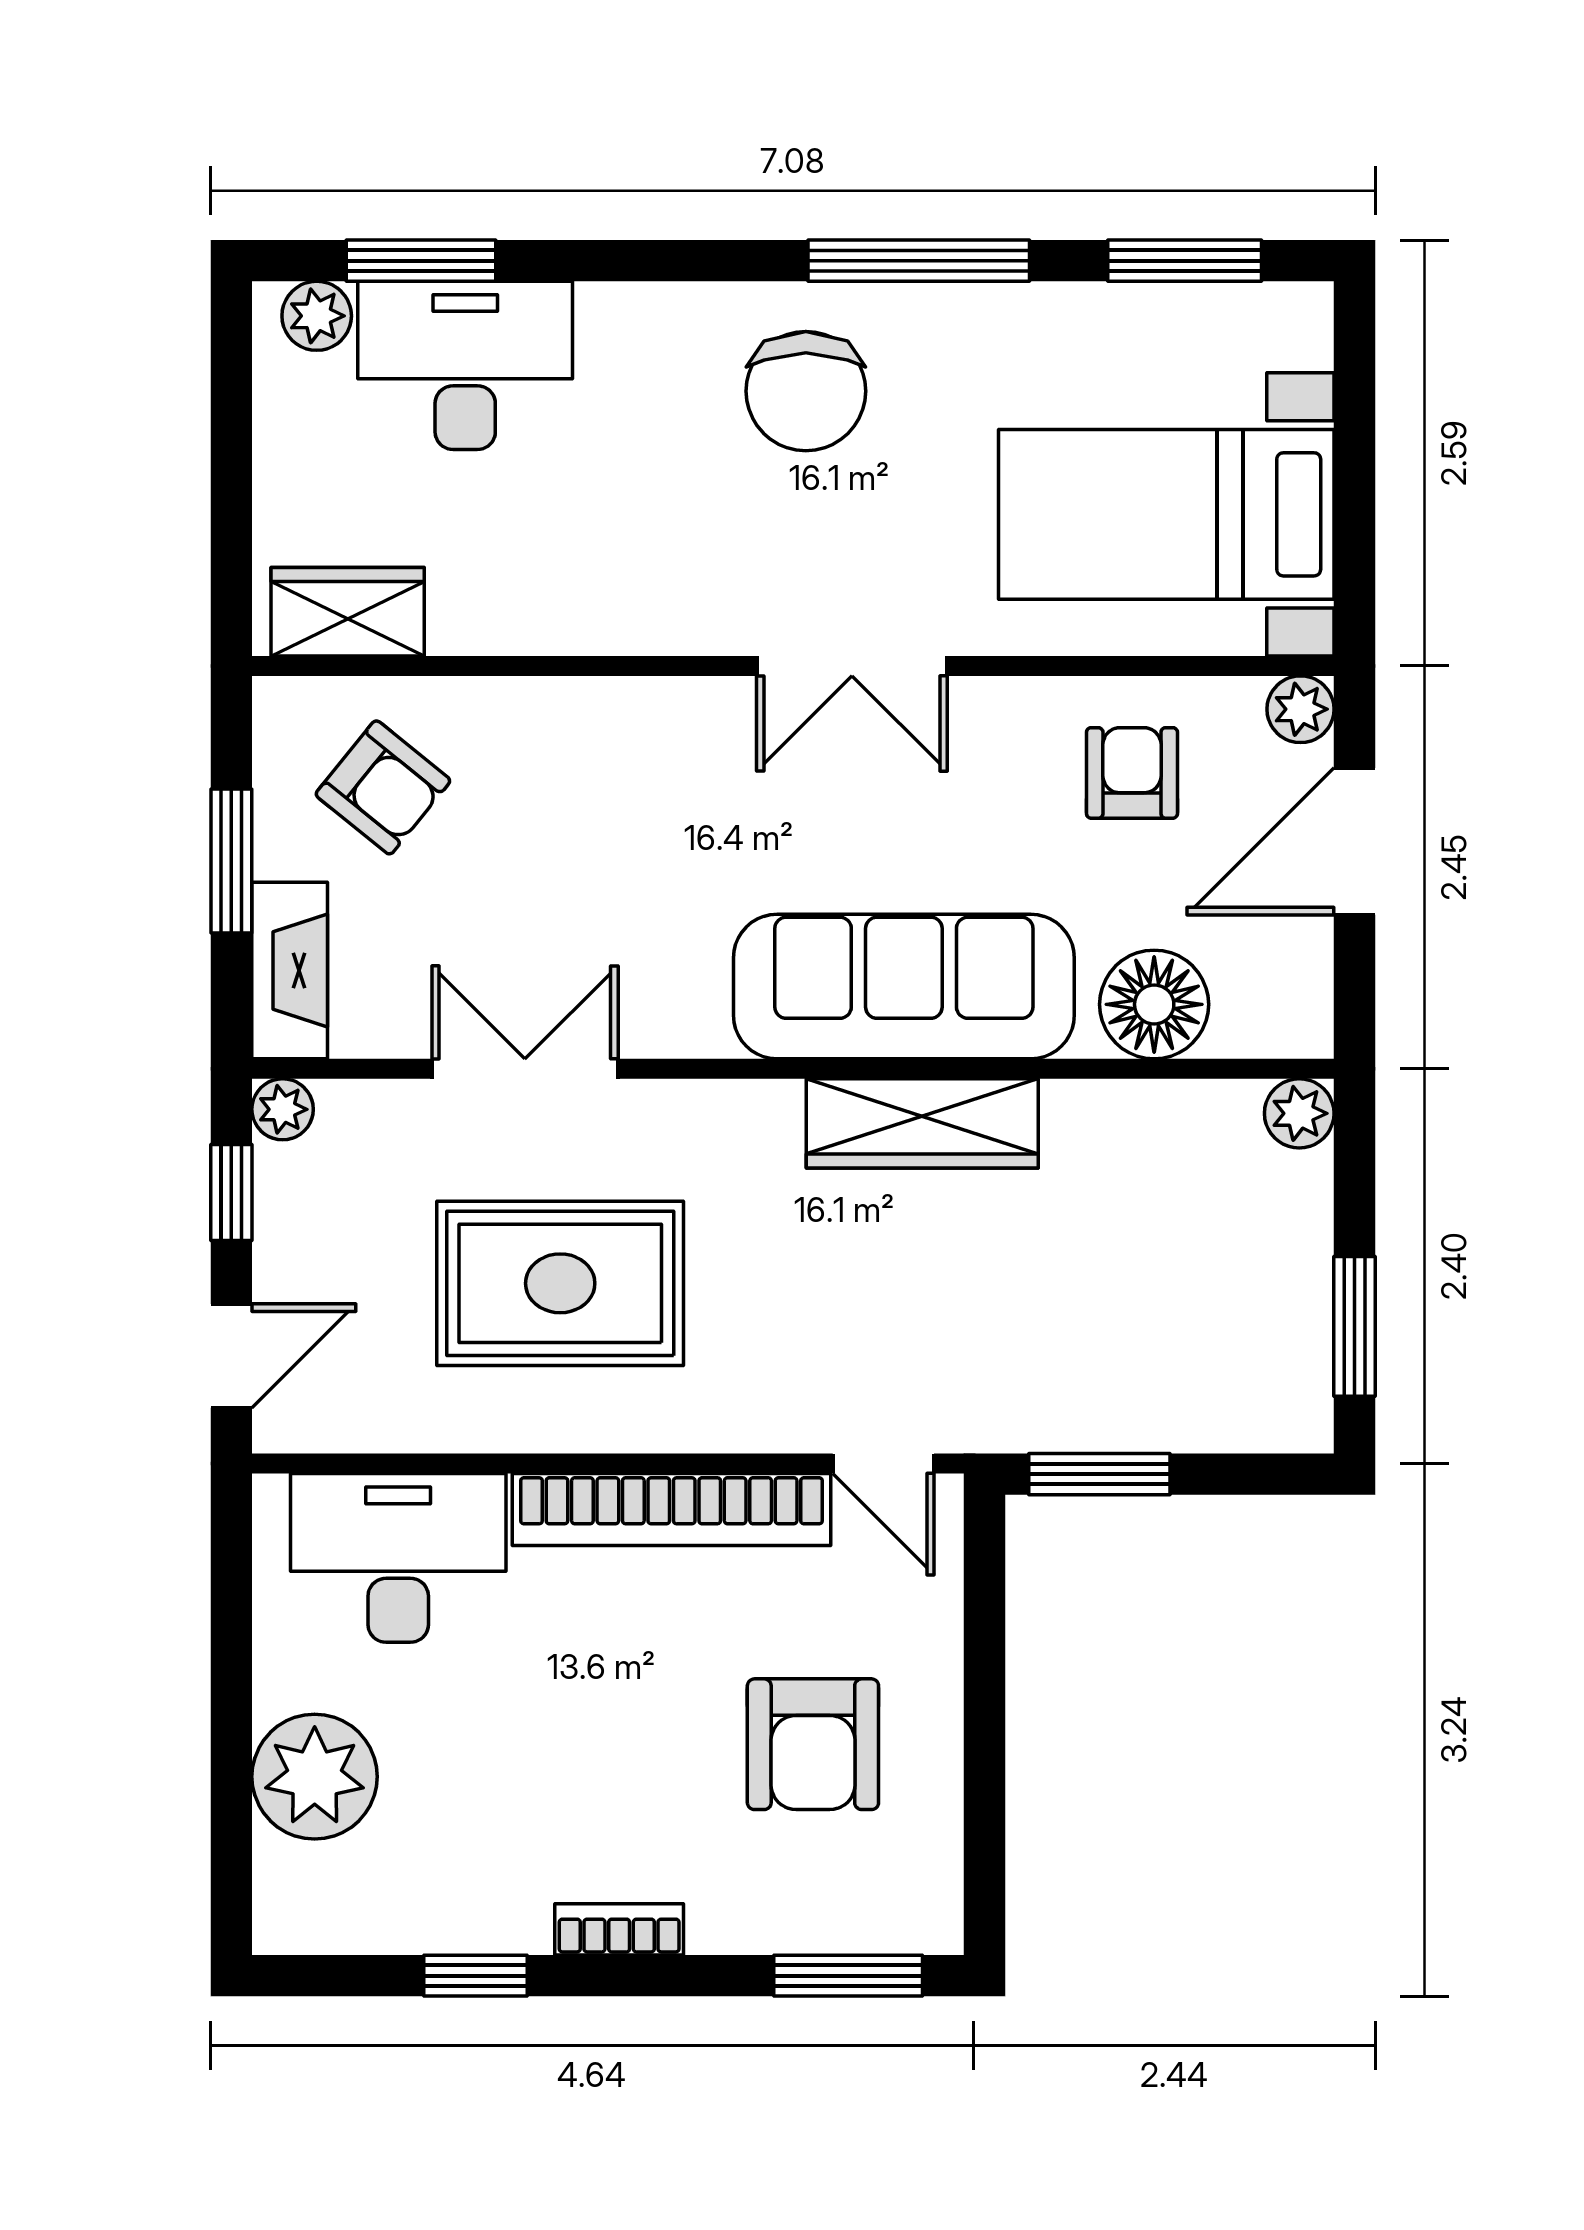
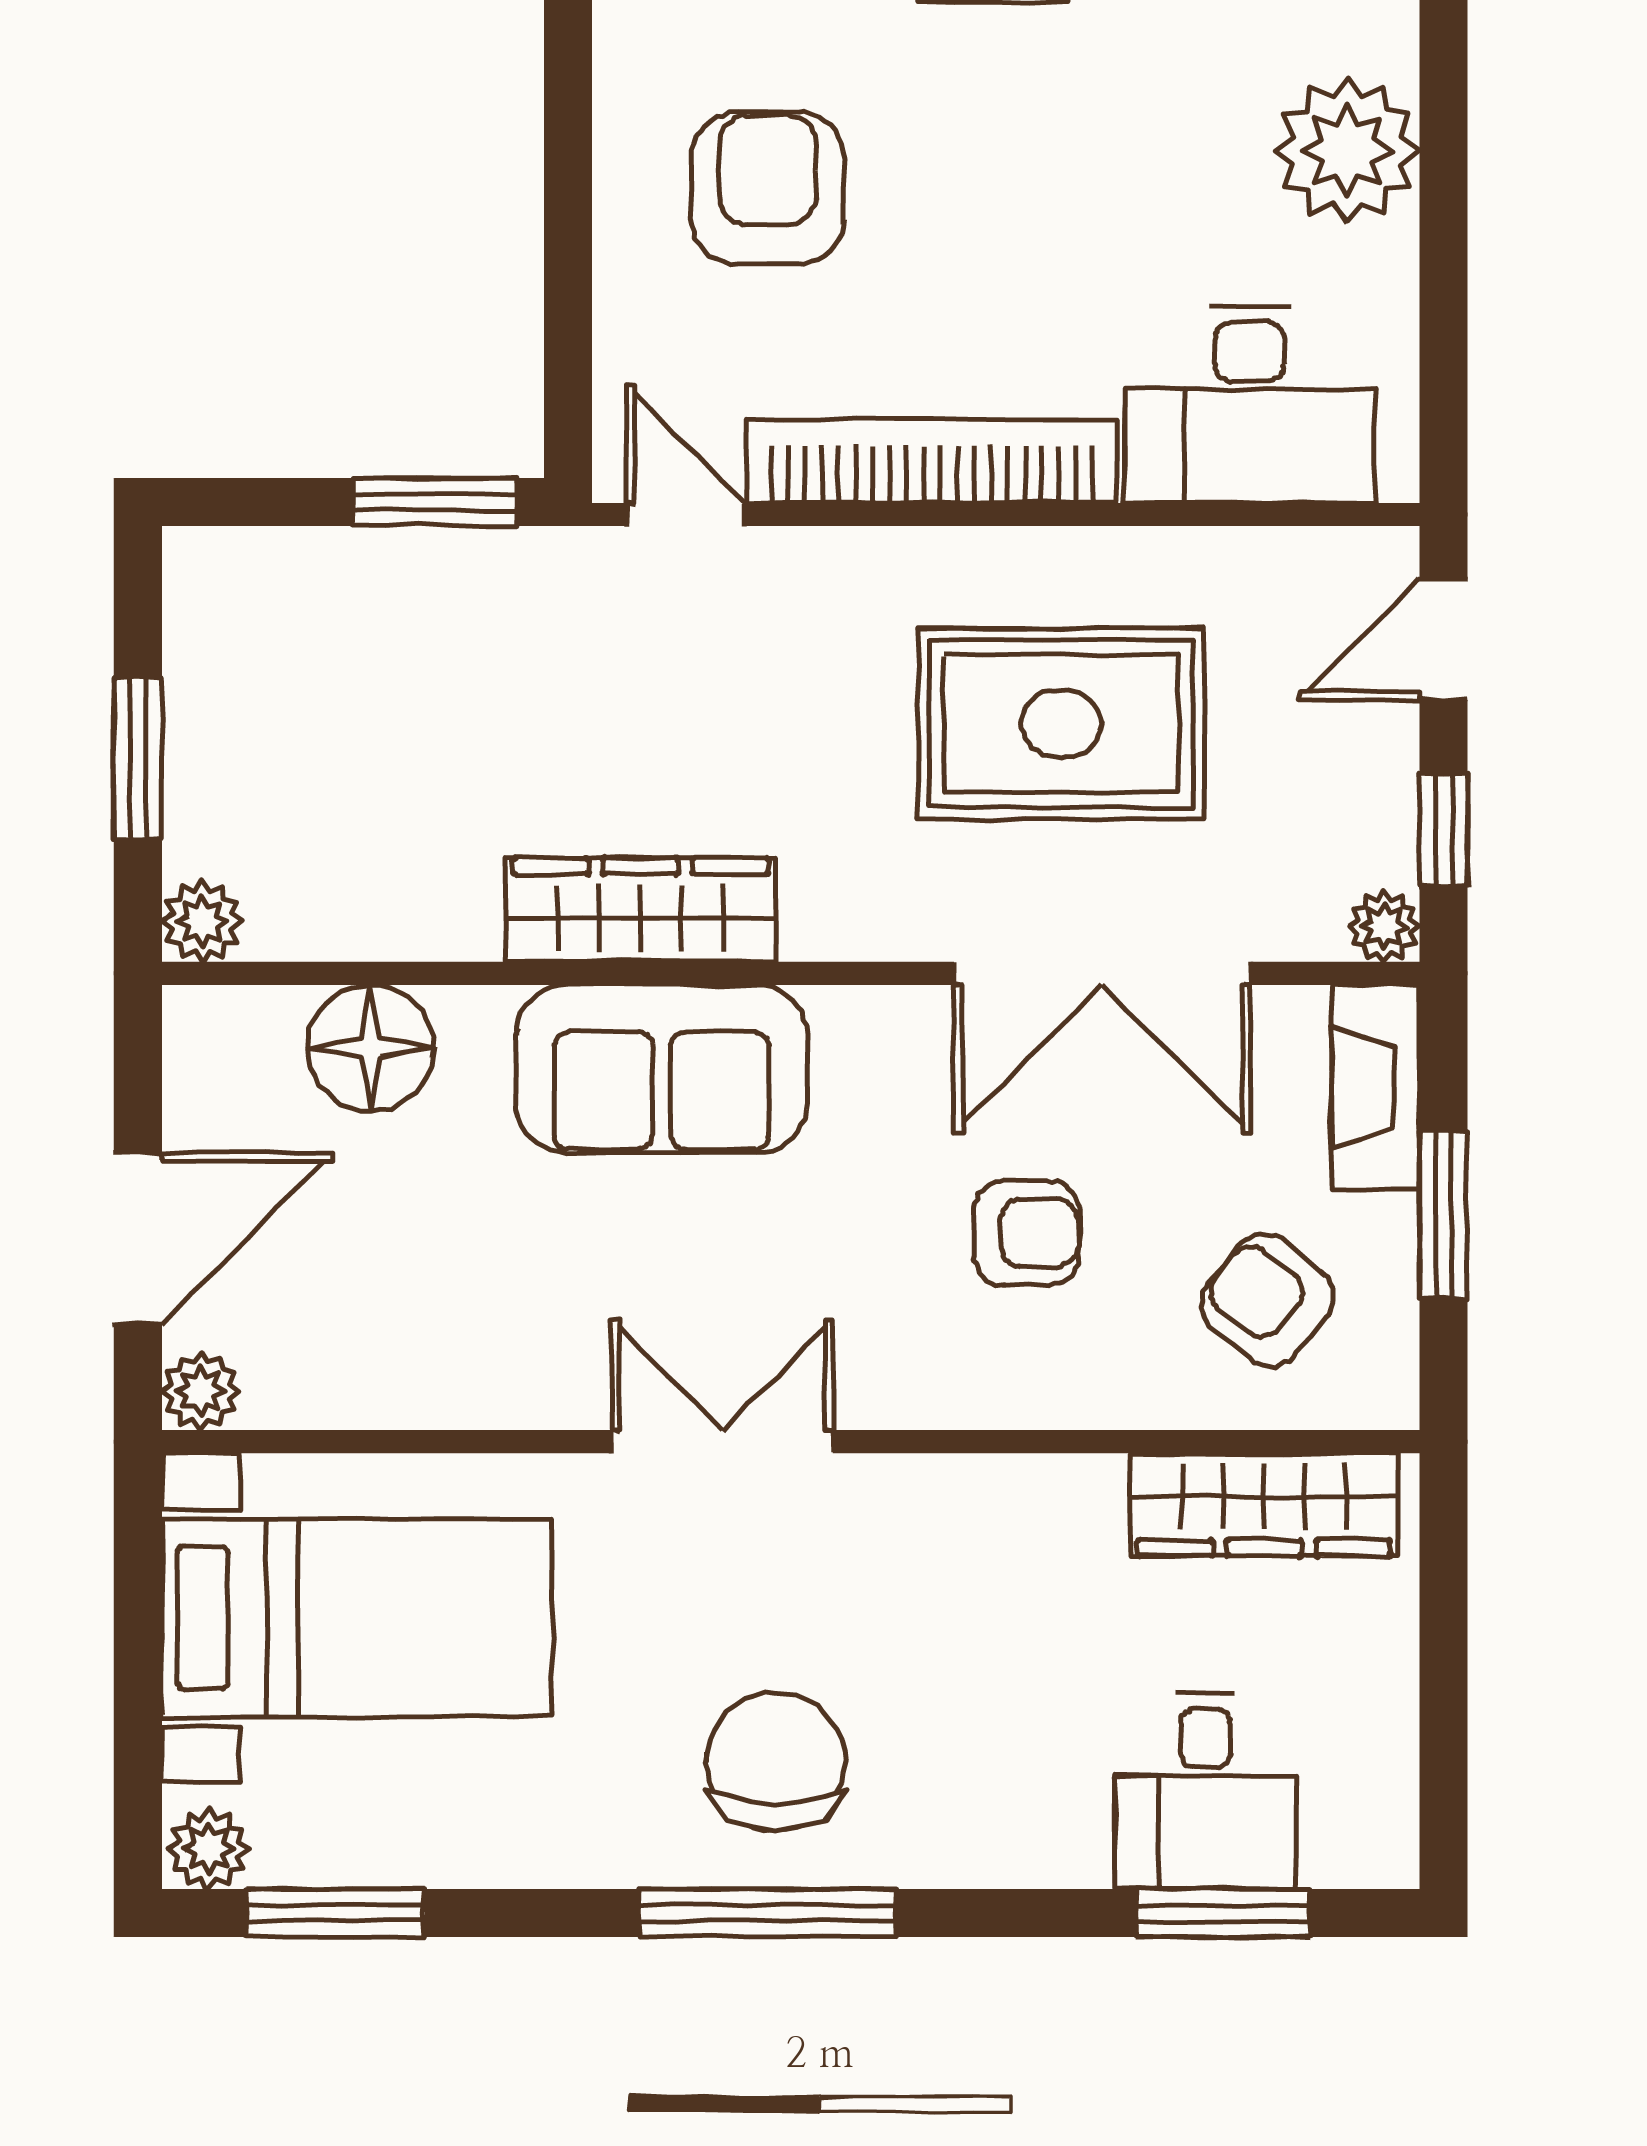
window: (919, 261) -> (767, 1913), moved
plant: (317, 316) -> (209, 1849), moved
desk: (465, 365) -> (1206, 1791), width x0.73
wardrobe: (348, 612) -> (1264, 1505), width x1.50
armchair: (1132, 773) -> (1027, 1233), moved, turned -91
sofa: (904, 987) -> (662, 1069), width x0.73
double door: (525, 1069) -> (1102, 973), width x1.37
window: (1354, 1326) -> (138, 759), moved

